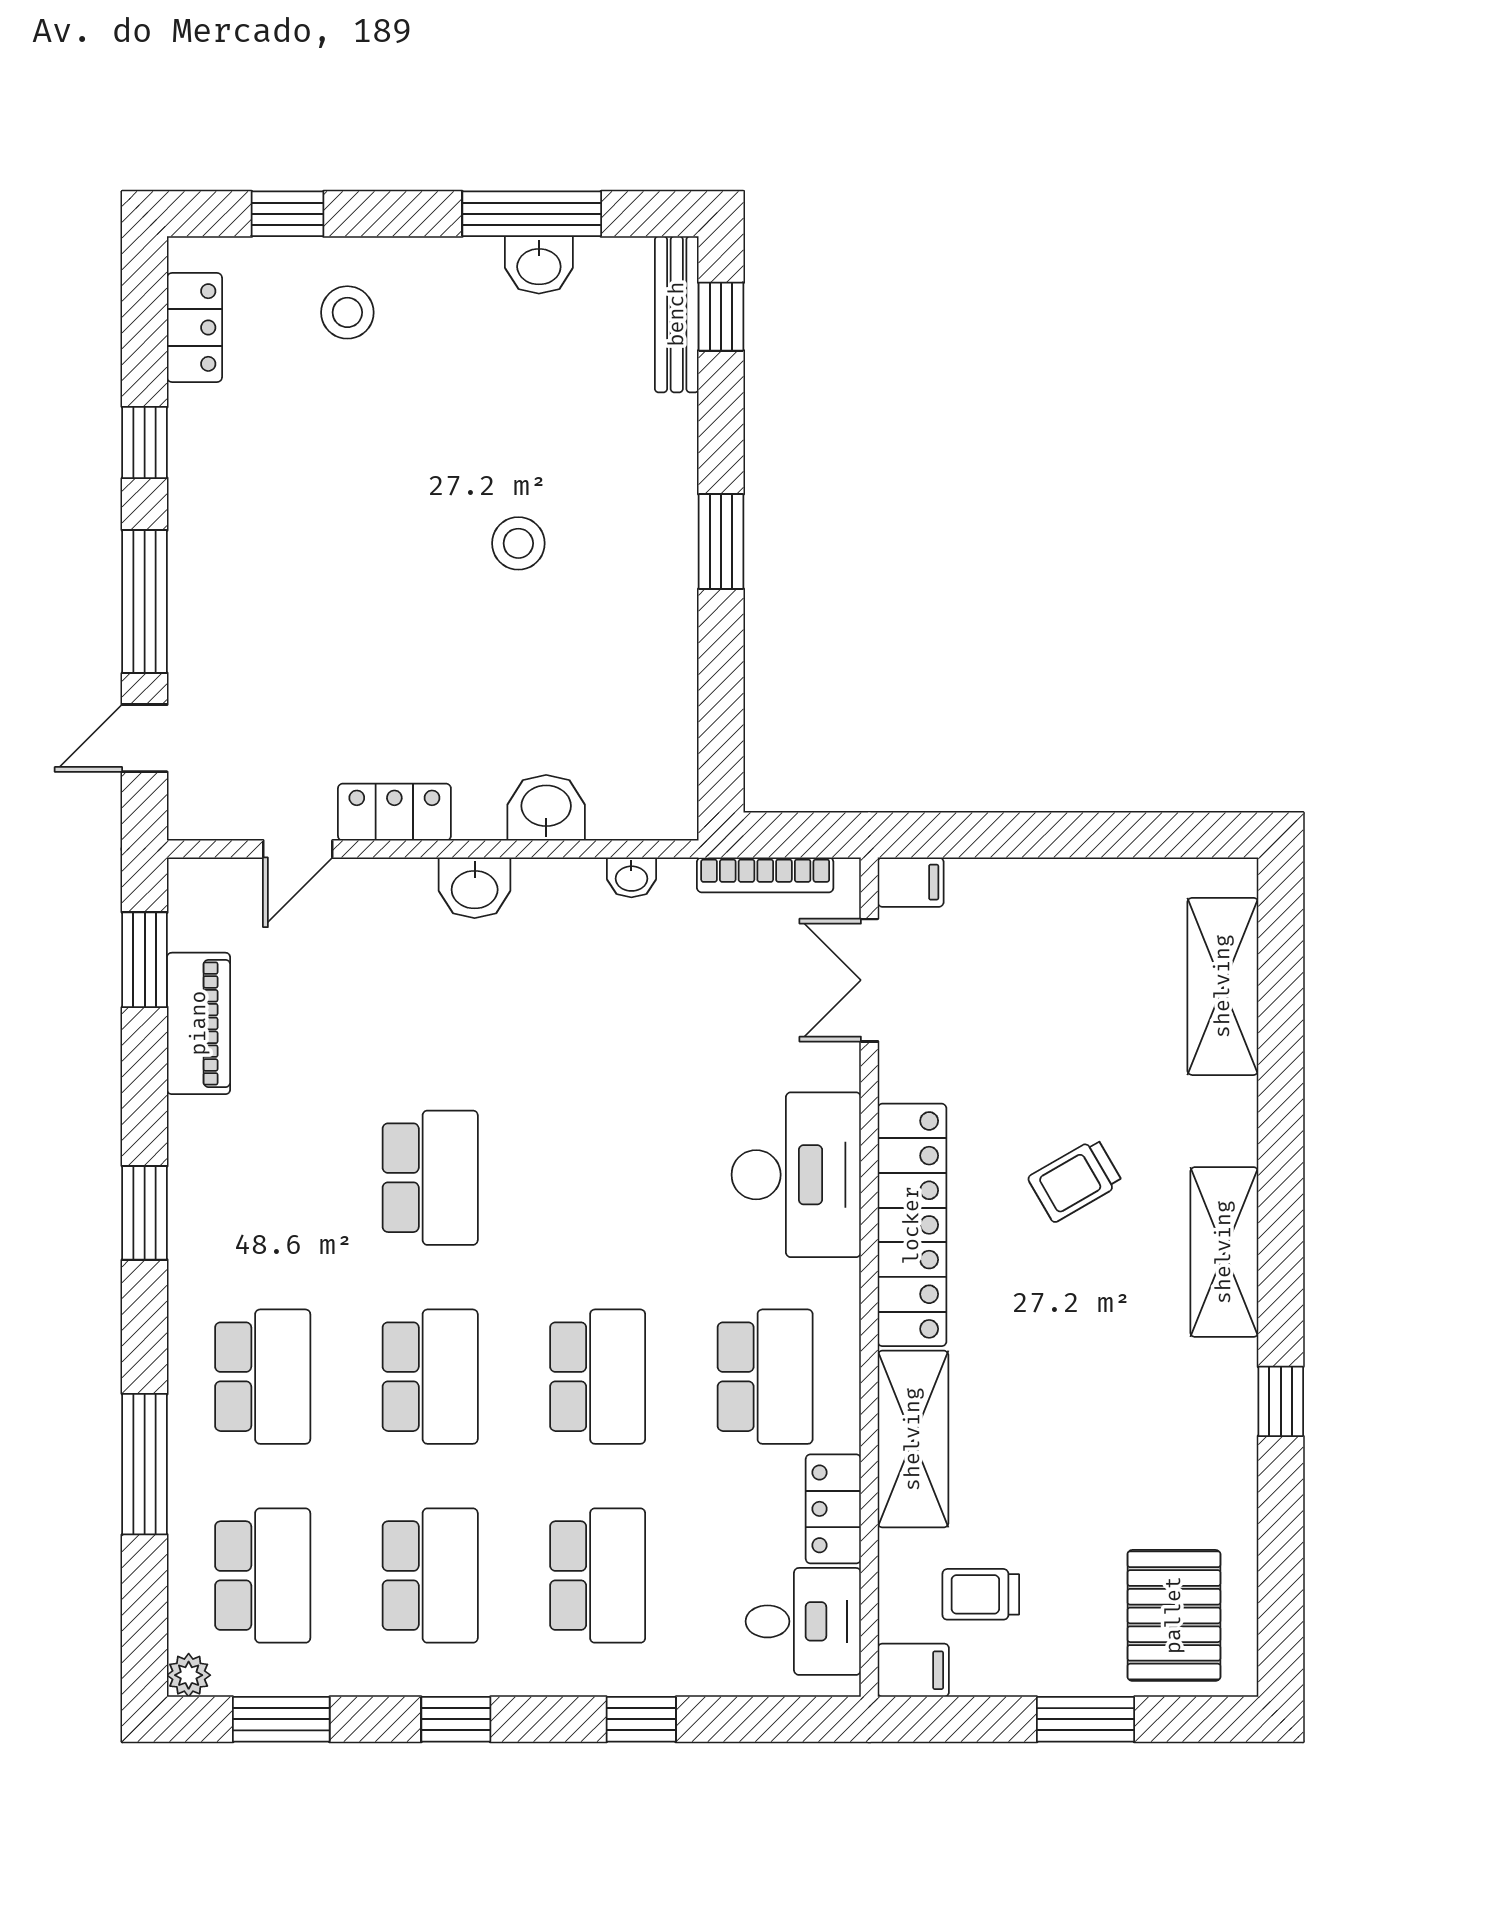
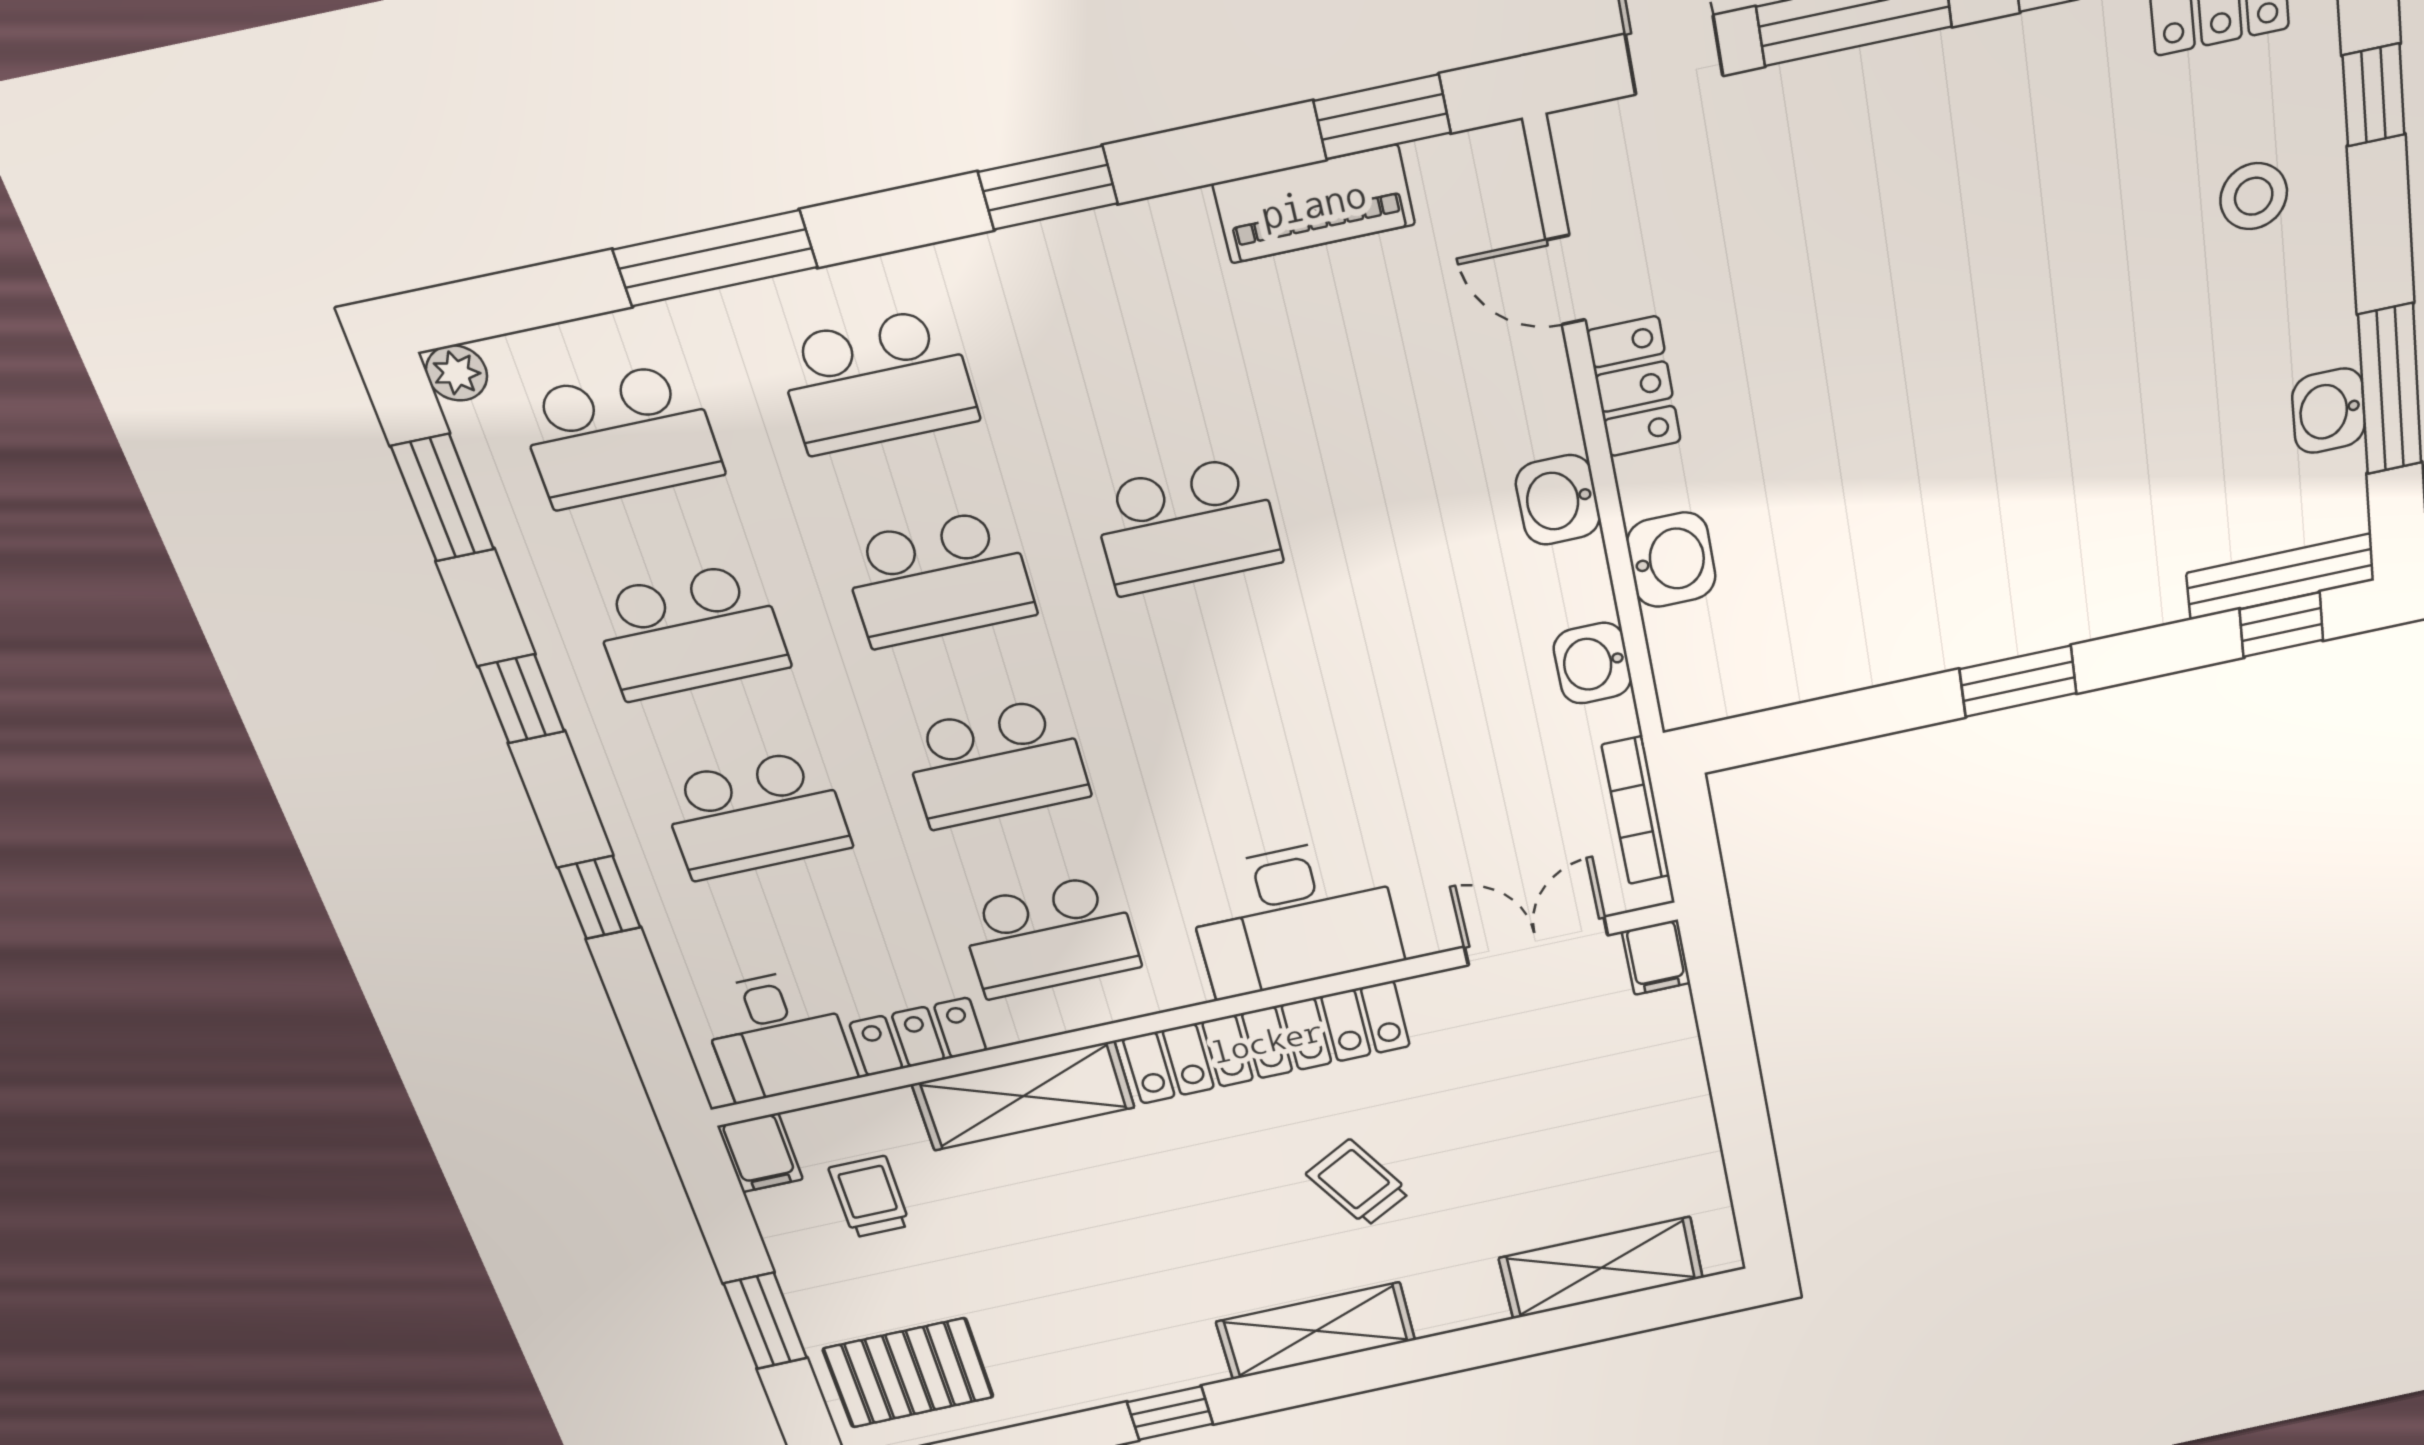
stool: (518, 543) -> (1988, 460), removed
washbasin: (631, 877) -> (1593, 663), width x1.38, depth x1.45

